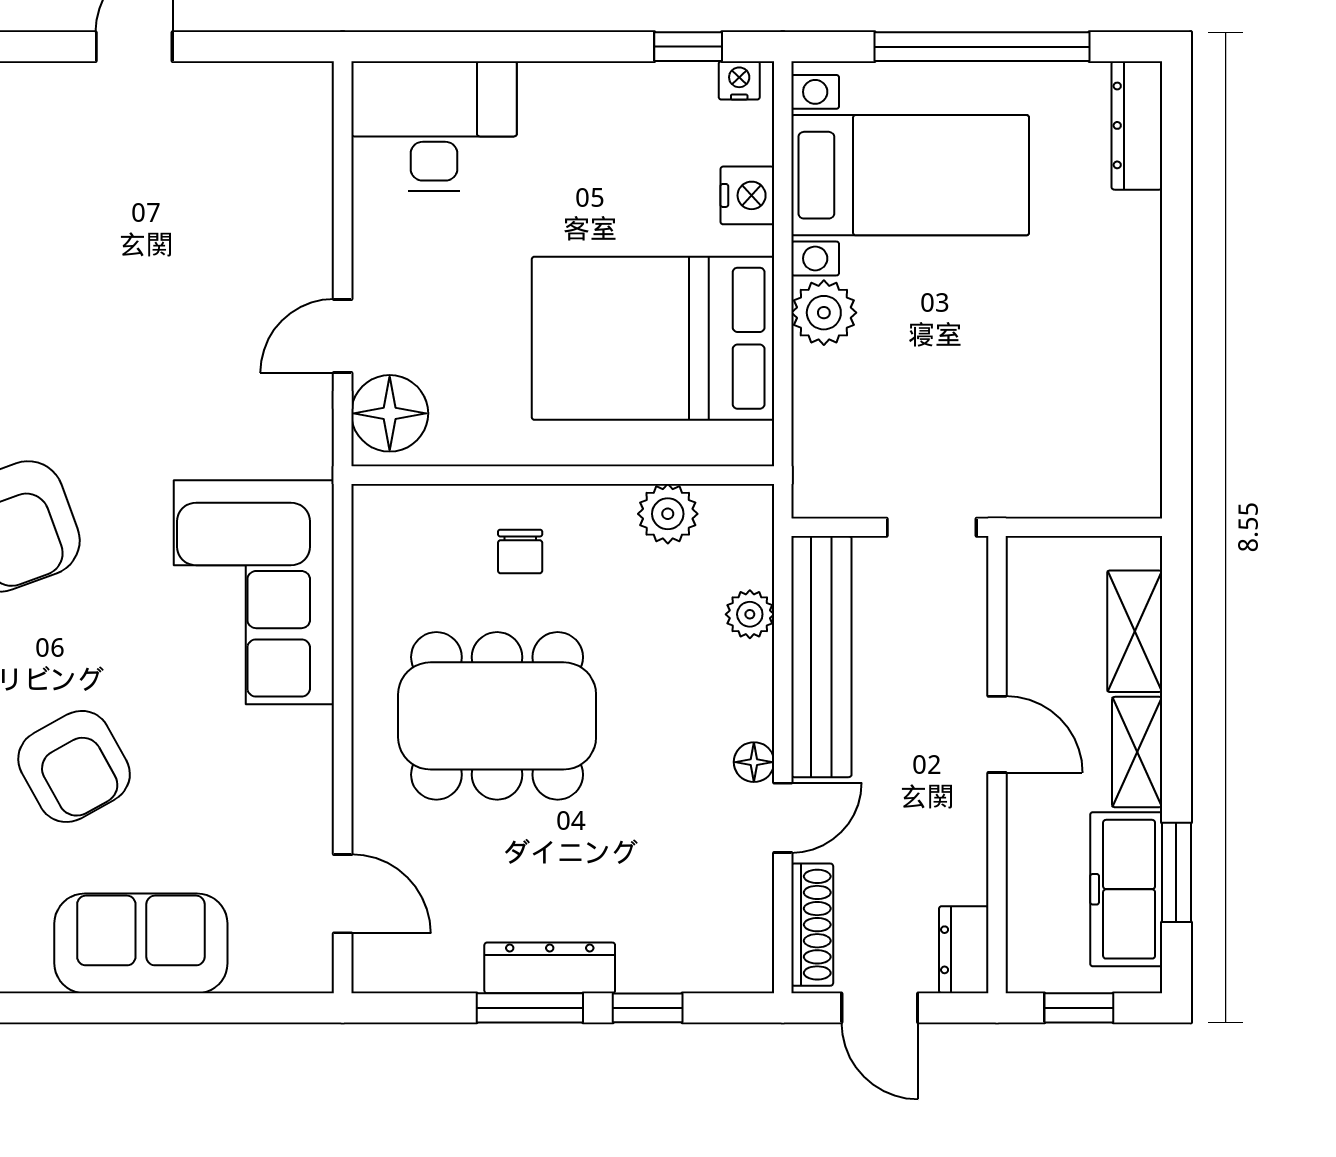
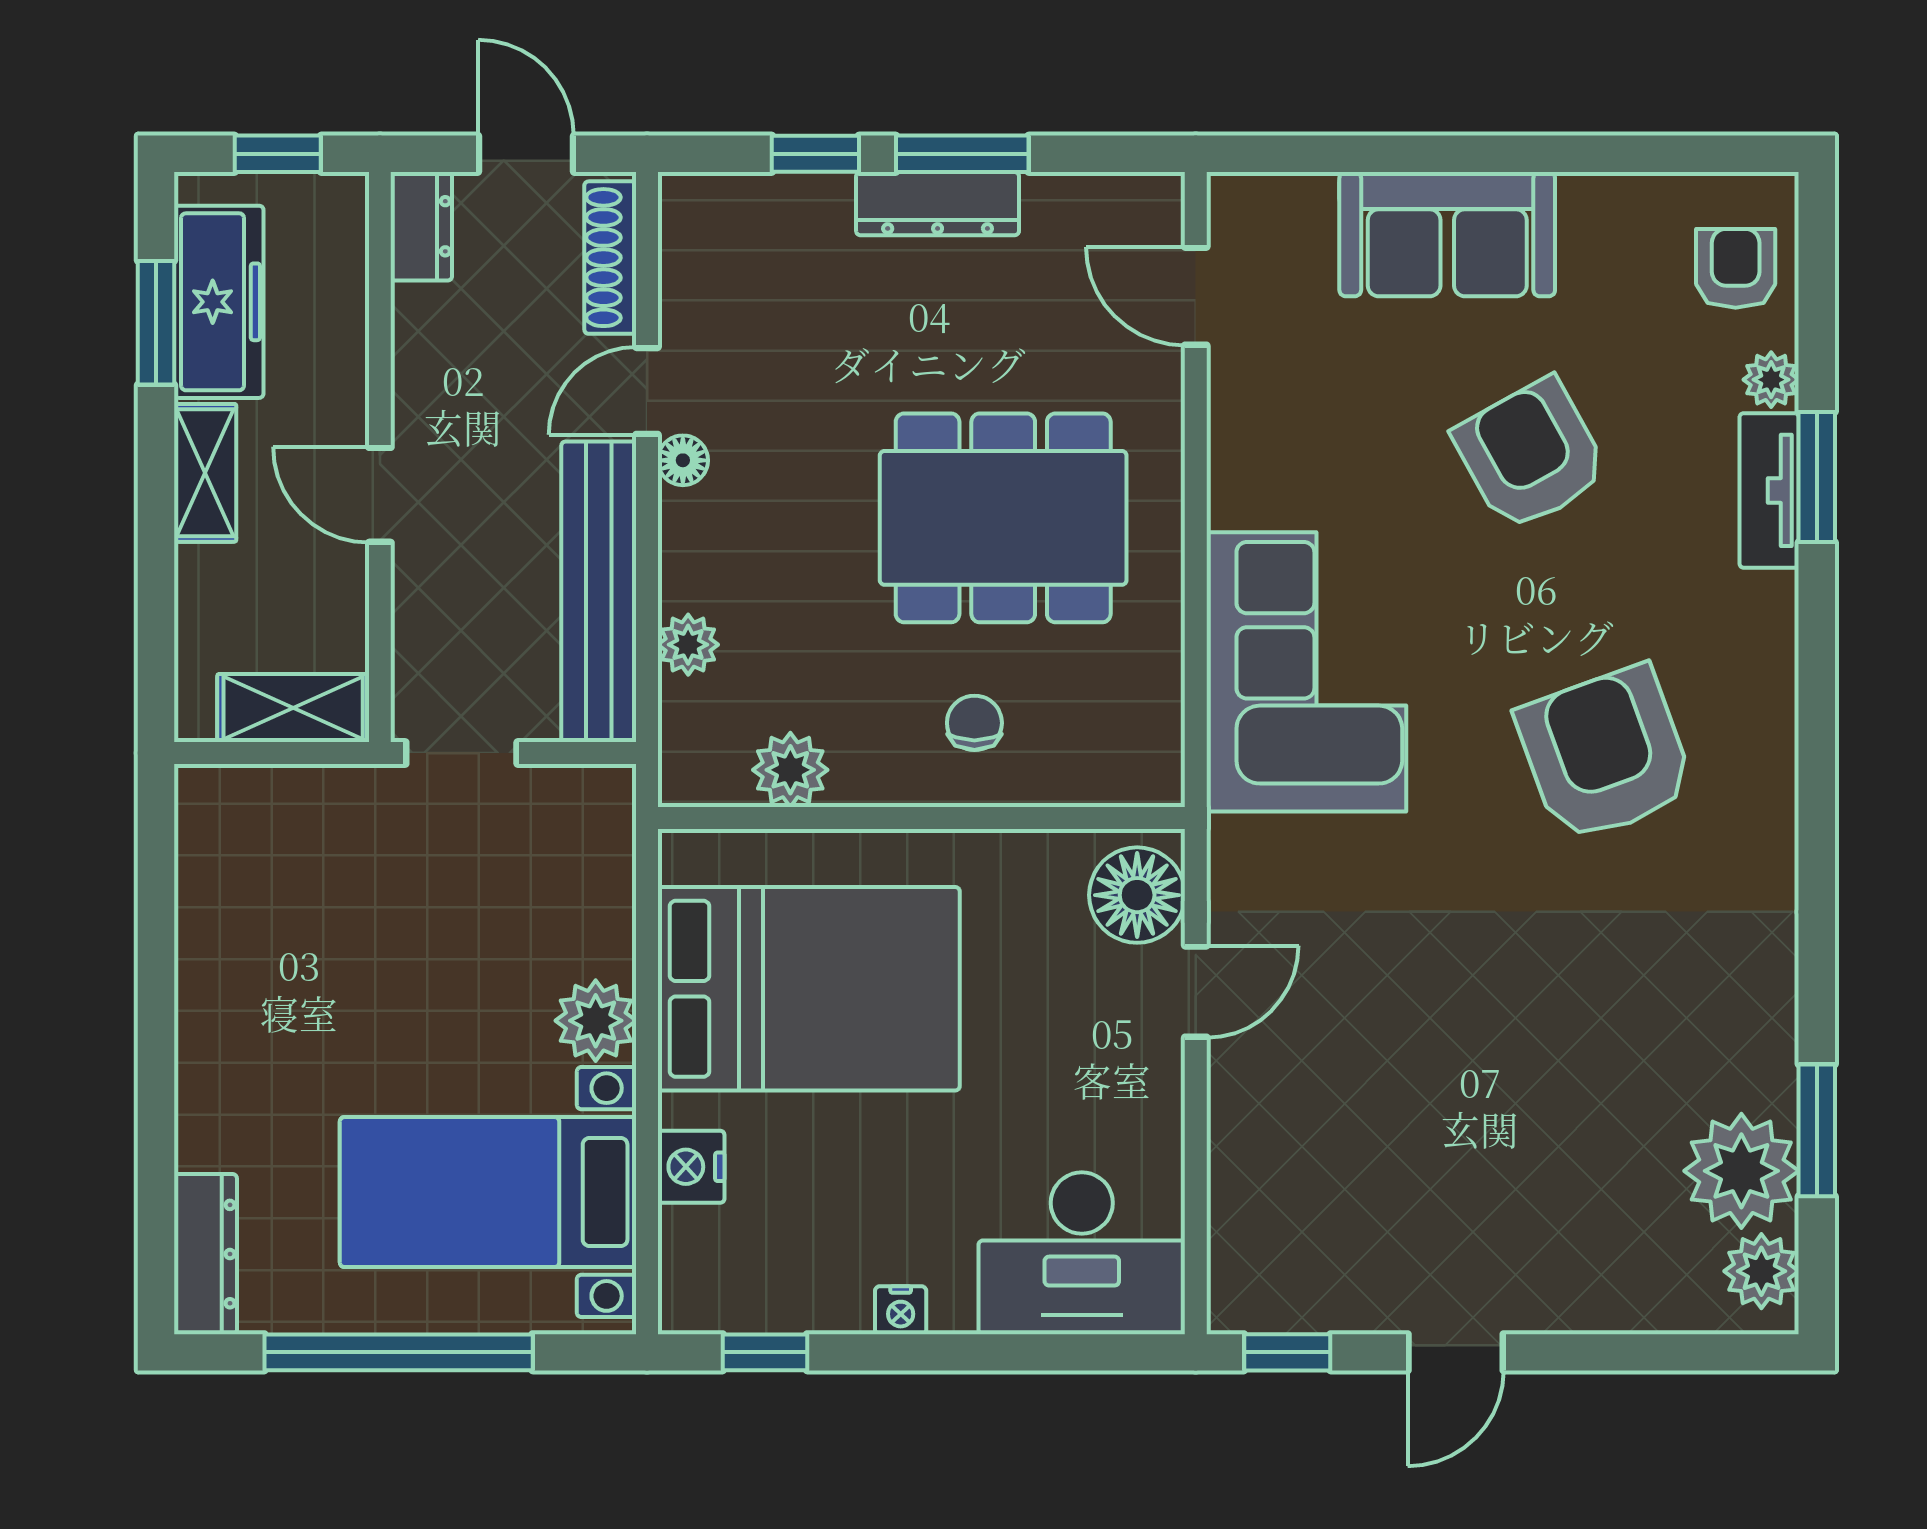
window: (269, 47) -> (1287, 1352), added
nightstand: (739, 80) -> (901, 1310), moved
shelving: (1135, 631) -> (293, 708), moved, turned 90

